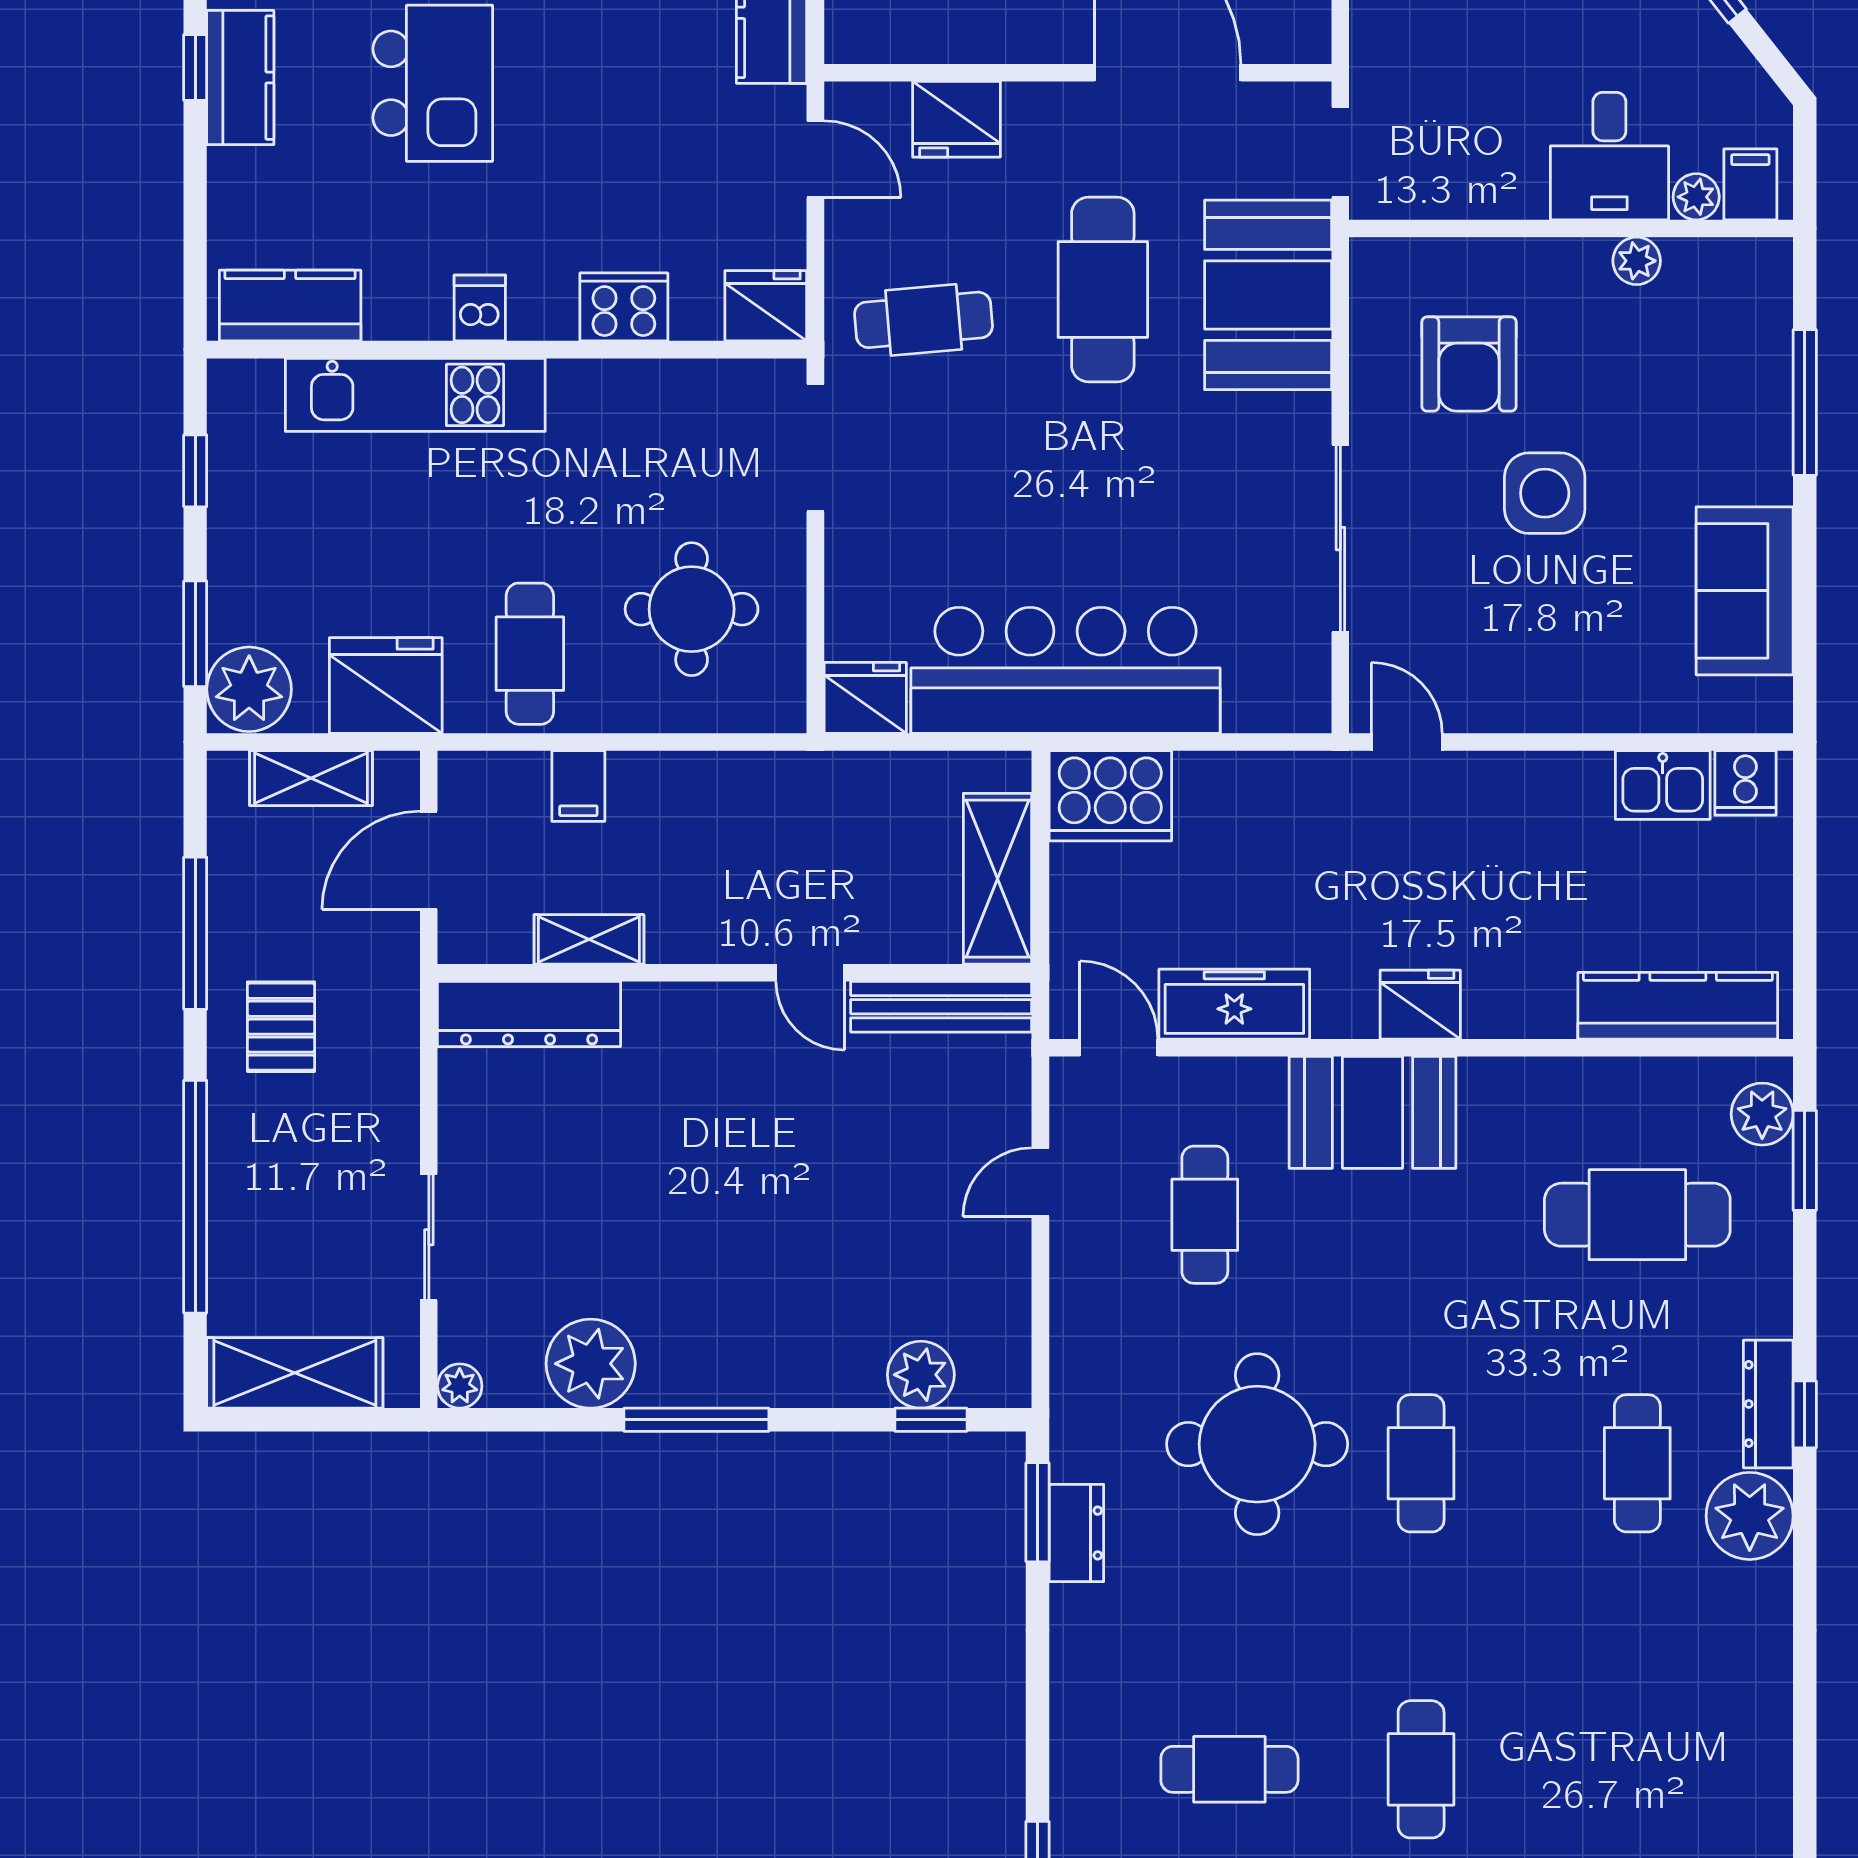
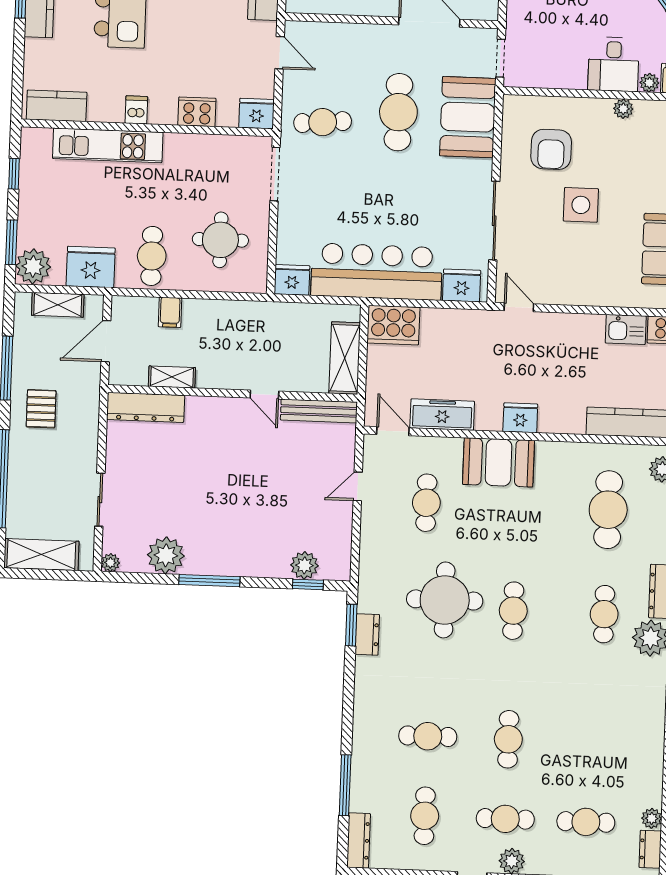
fridge: (956, 119) -> (462, 285), moved, turned 180
cafe table: (1637, 1215) -> (608, 510), turned 90

